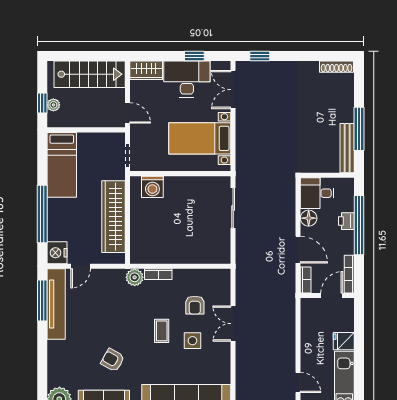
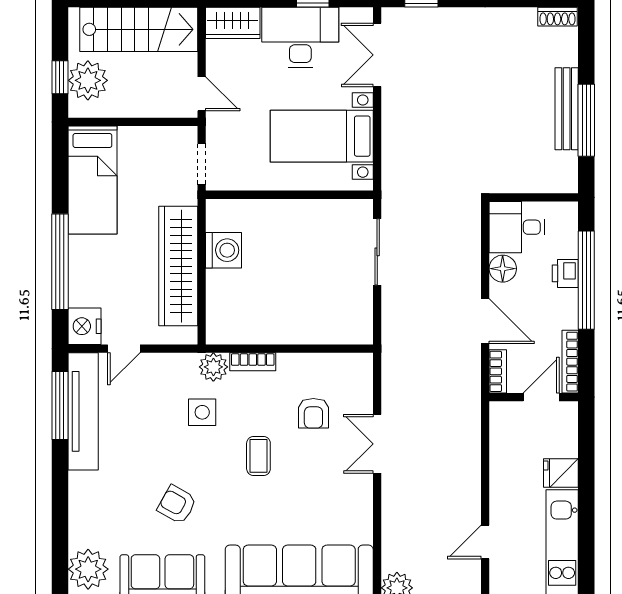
shoe rack: (337, 67) -> (558, 17), width x0.70
plant: (53, 105) -> (88, 80), width x1.88, depth x1.88
bench: (347, 148) -> (567, 109), moved
washing machine: (152, 187) -> (224, 250), moved, turned -90
side table: (192, 341) -> (202, 412), moved
door: (298, 383) -> (485, 542), swing flipped

